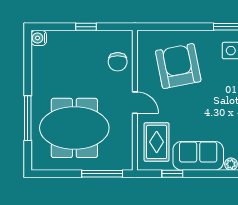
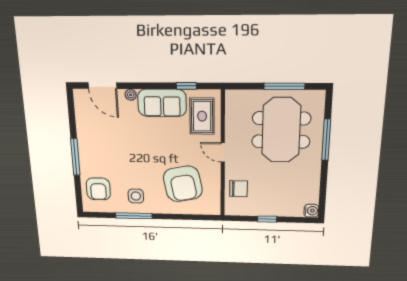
chair: (118, 62) -> (239, 189), turned 90
meeting table: (74, 128) -> (281, 130), turned 90
window: (102, 174) -> (284, 86), moved

